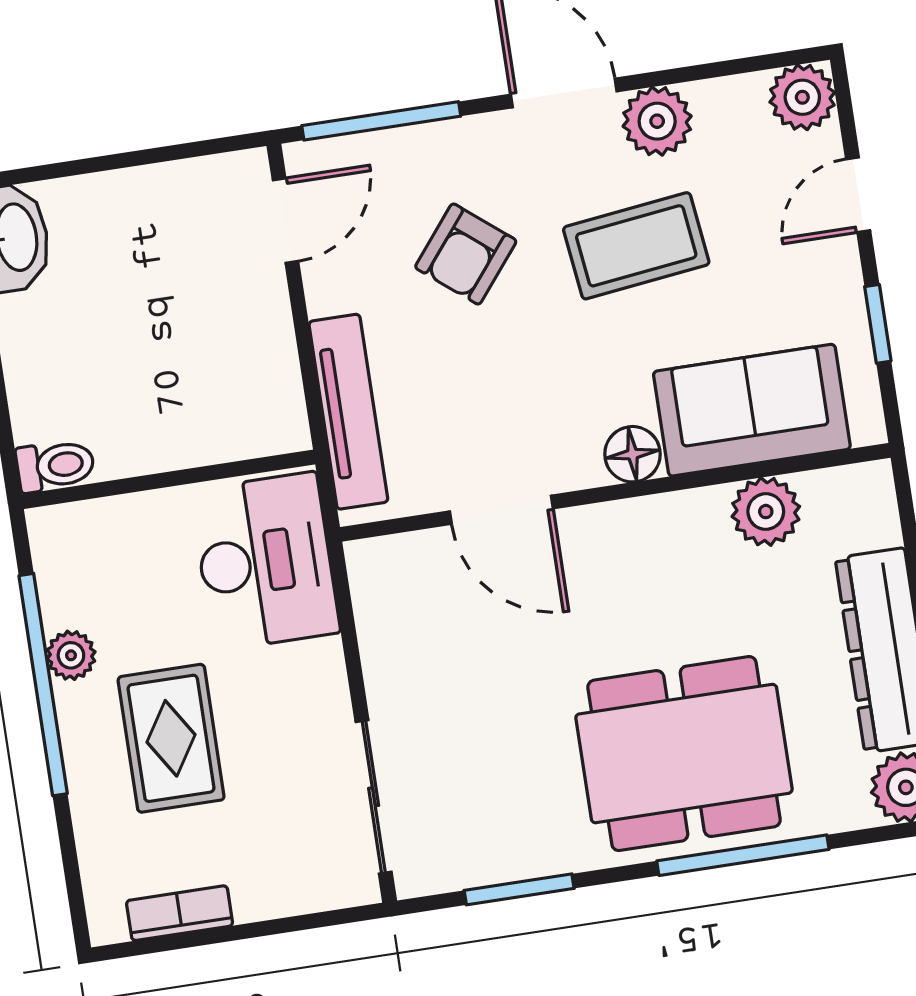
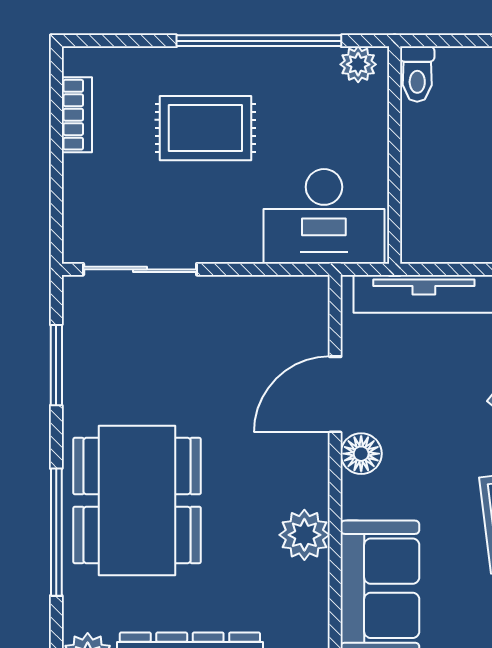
floor lamp: (633, 454) -> (361, 454), moved
plant: (766, 512) -> (304, 535), moved
plant: (71, 655) -> (358, 64), moved

